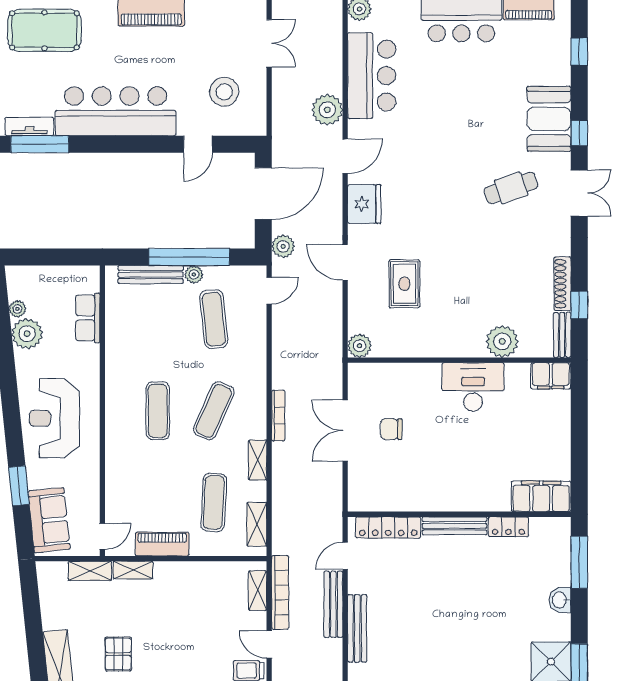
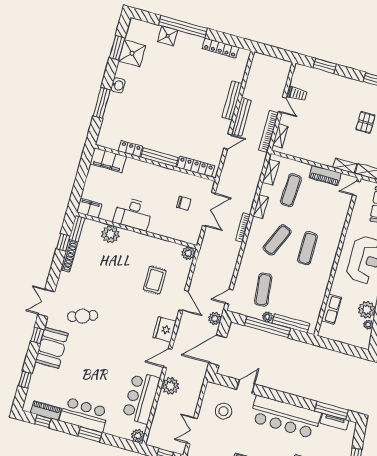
filing cabinet: (541, 496) -> (108, 160), moved
wall: (459, 514) -> (155, 163), moved
bench: (454, 526) -> (160, 157), moved
locker: (388, 527) -> (196, 166), moved
locker: (508, 527) -> (130, 149), moved

